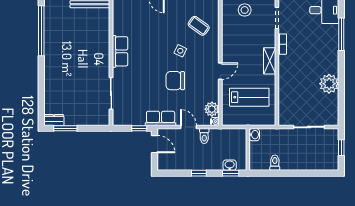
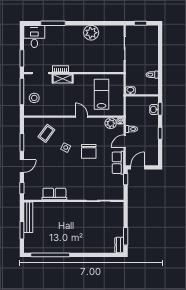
row of seats: (120, 51) -> (54, 194), moved
shelving: (270, 61) -> (63, 79), moved

